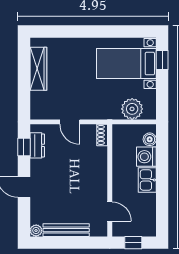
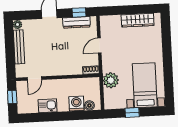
window: (162, 60) -> (132, 113), moved
plant: (132, 109) -> (111, 80), moved
dresser: (37, 145) -> (77, 22), width x1.44
kitchen sink: (147, 180) -> (48, 106), moved

